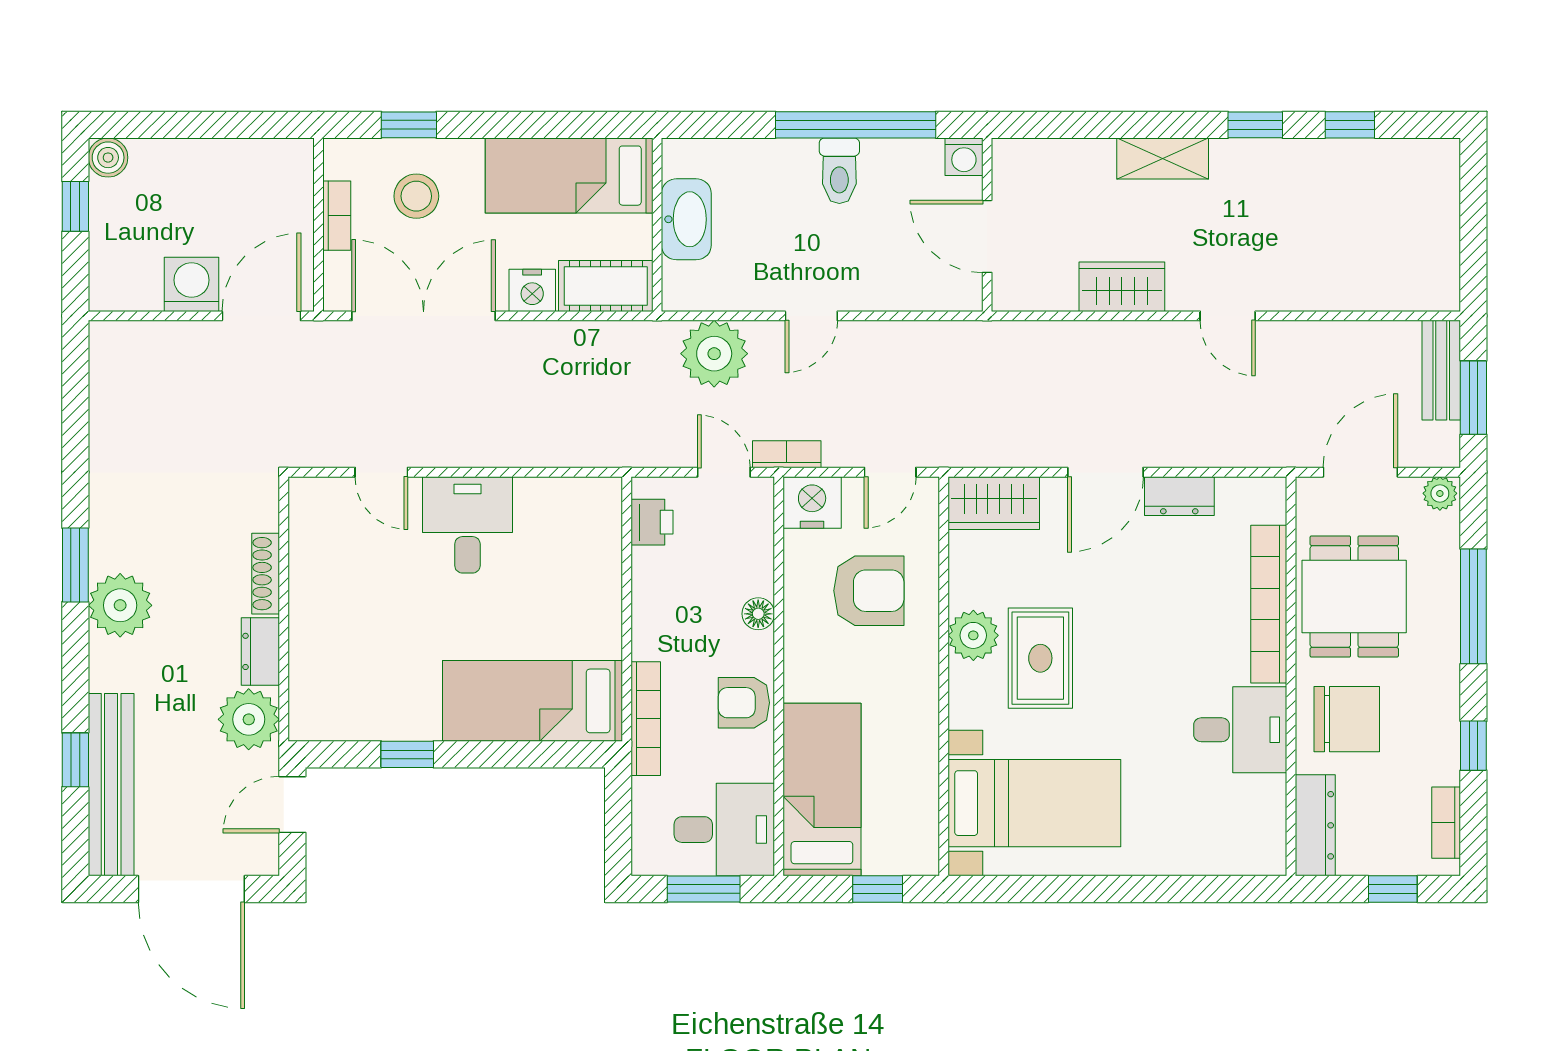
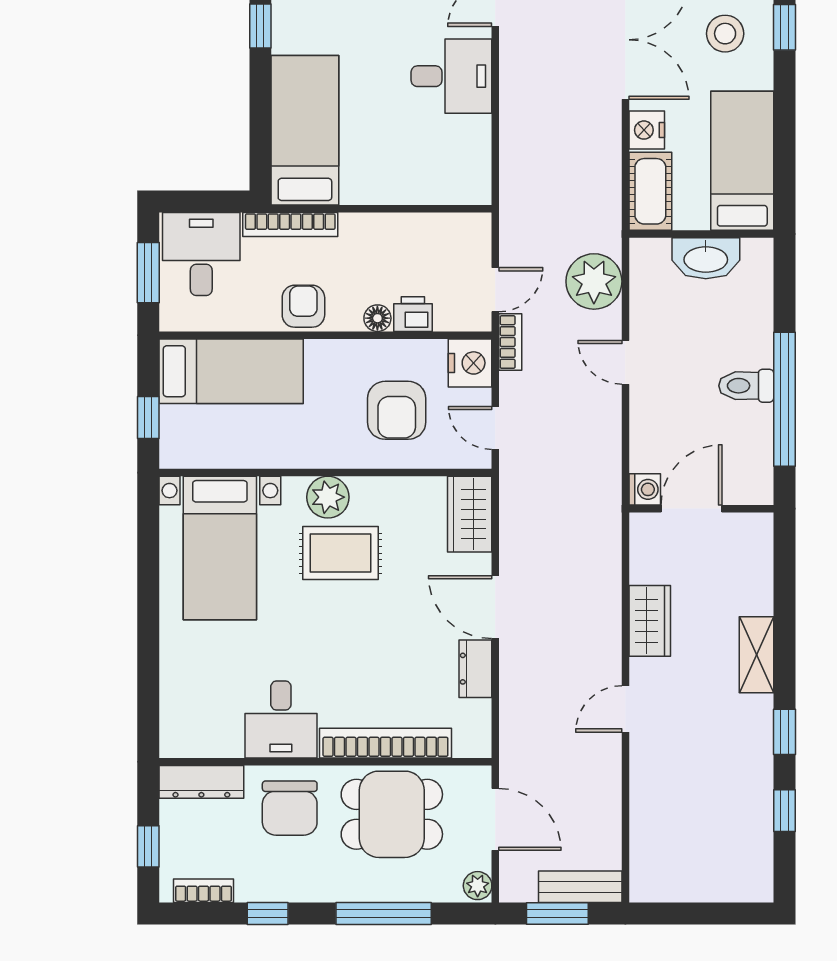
washing machine: (964, 157) -> (645, 489), moved, turned 180
printer: (652, 522) -> (413, 314), moved, turned 180
plant: (973, 635) -> (328, 497), moved
desk: (724, 830) -> (201, 254), moved, turned 180

